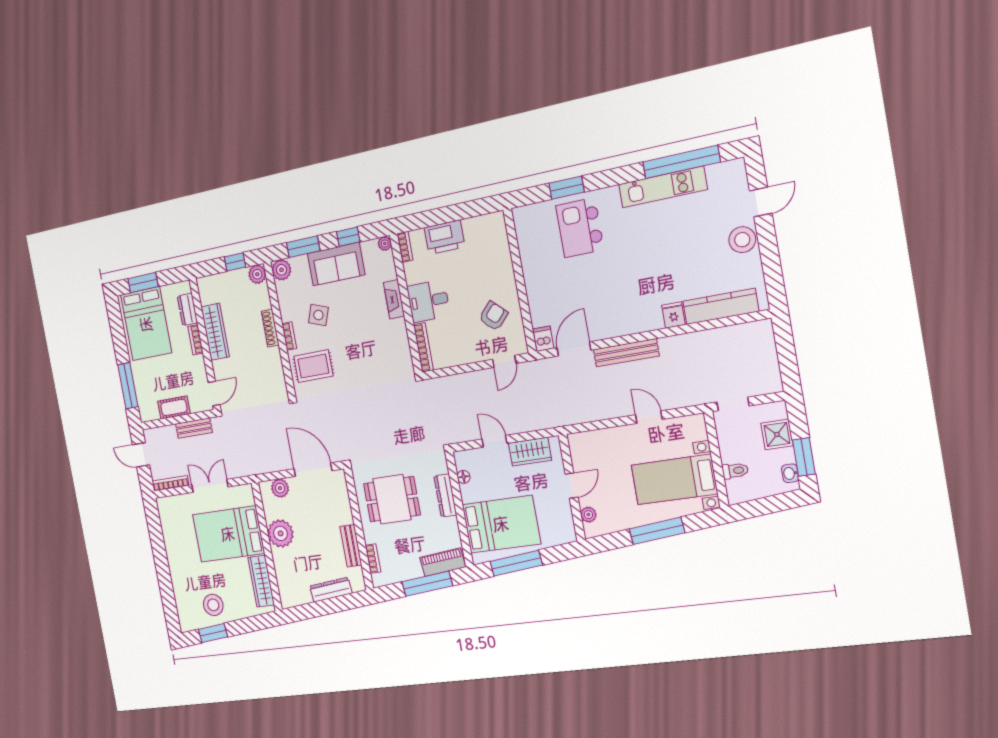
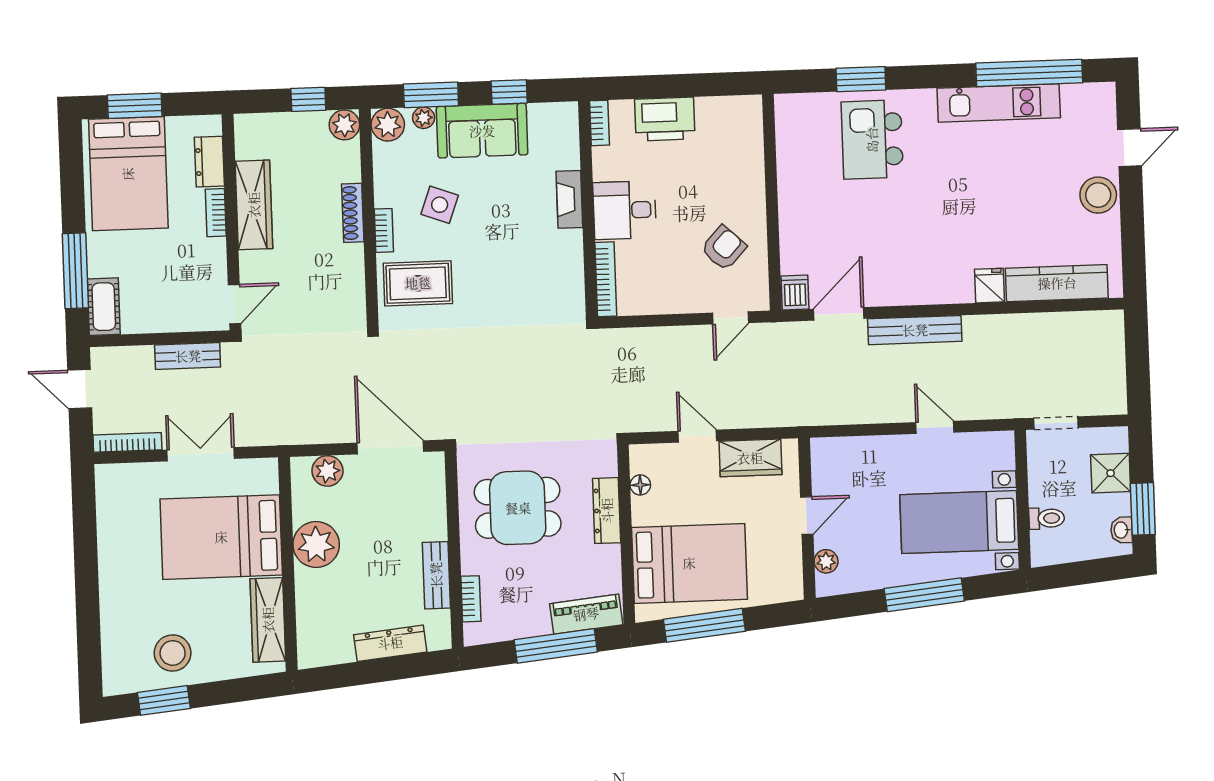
plant: (385, 244) -> (424, 118), moved
cot: (174, 407) -> (104, 307), moved, turned 90

